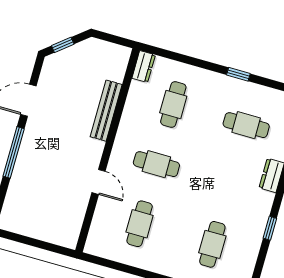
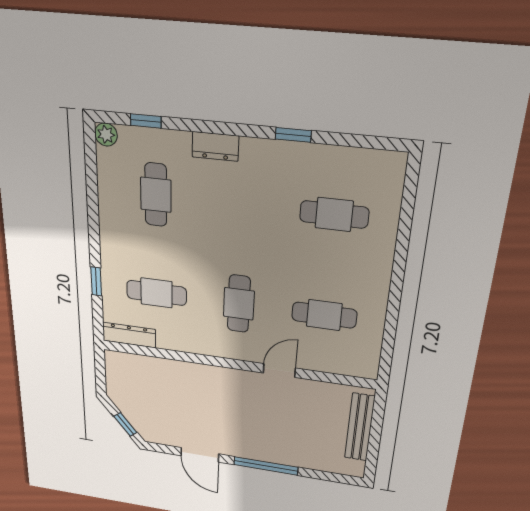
dresser: (144, 67) -> (129, 335), width x1.44
window: (238, 74) -> (96, 281), moved
bench: (106, 111) -> (360, 427), moved, turned 90

